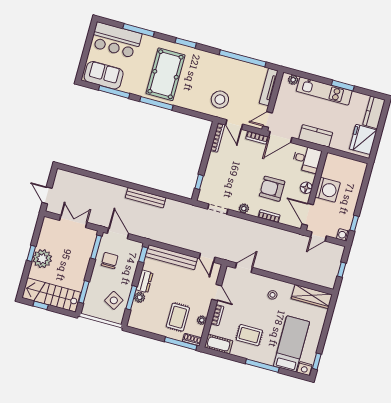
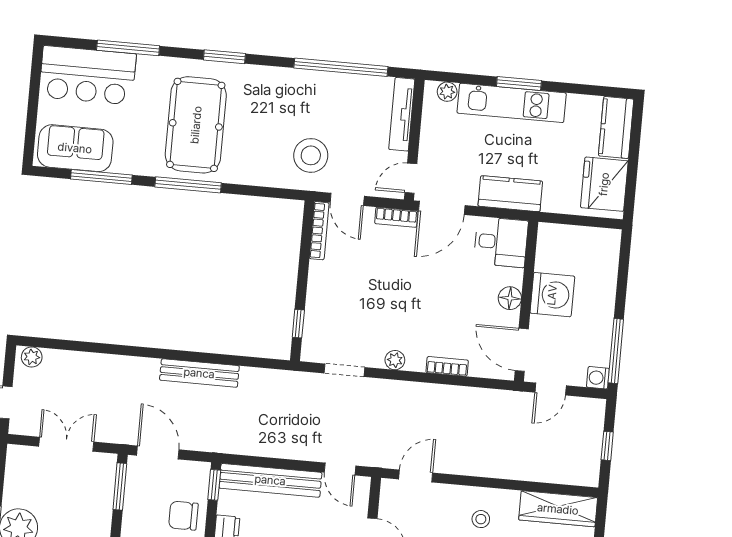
window: (343, 86) -> (519, 84), moved
plant: (64, 175) -> (32, 357), added
armchair: (272, 189) -> (443, 312), removed
window: (354, 223) -> (616, 351), width x2.17
chair: (110, 261) -> (183, 516), moved, turned -90

